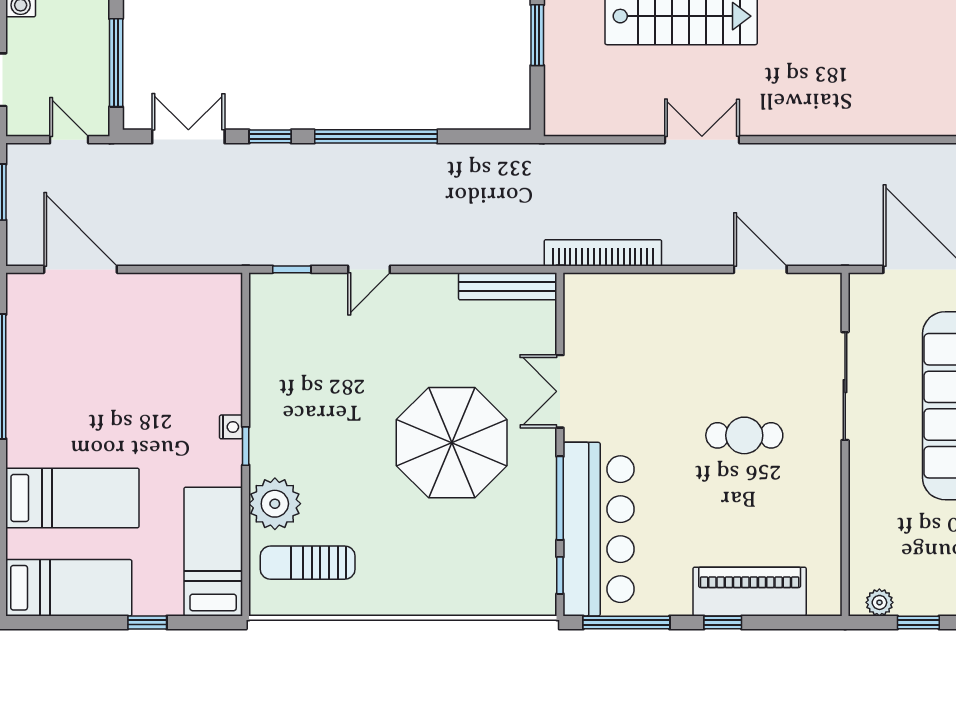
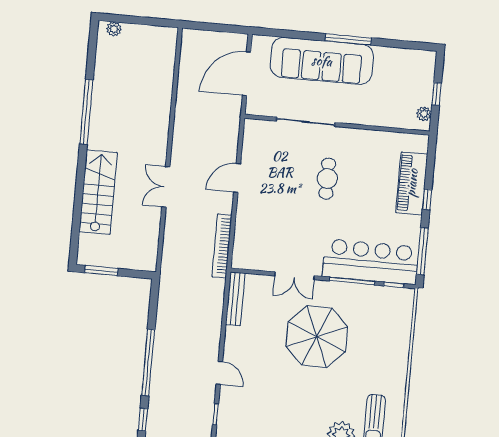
door: (760, 269) -> (237, 178), moved

